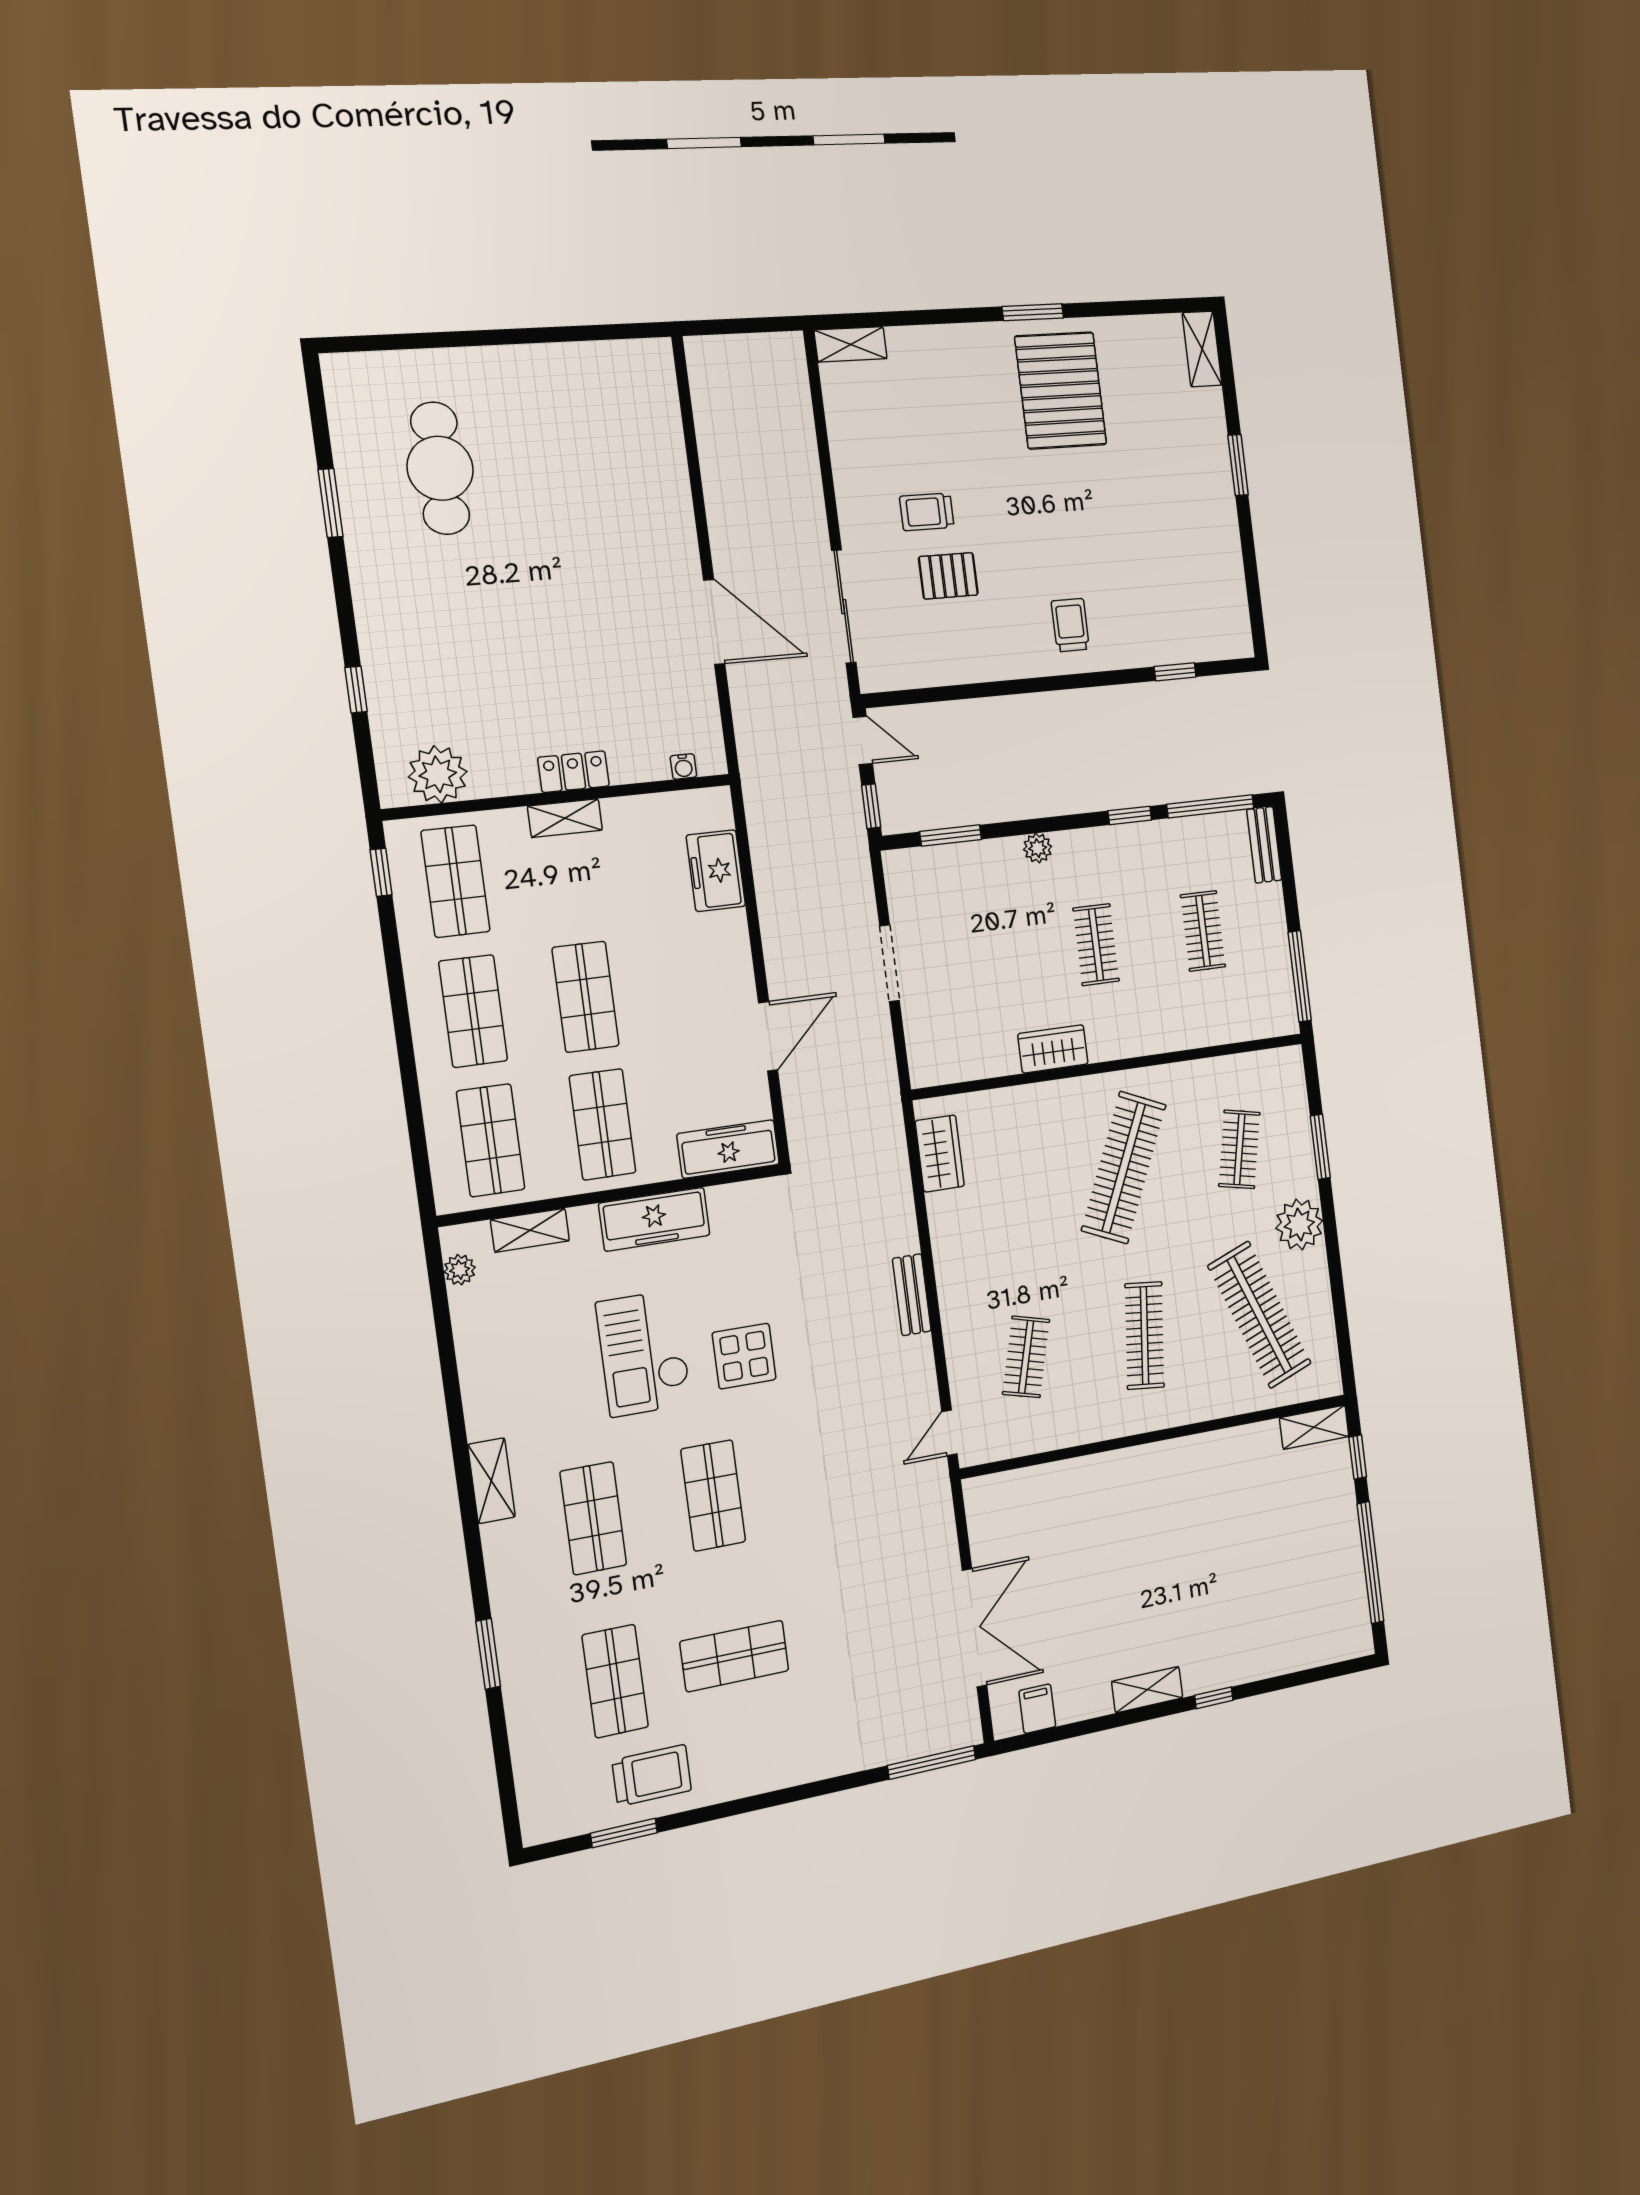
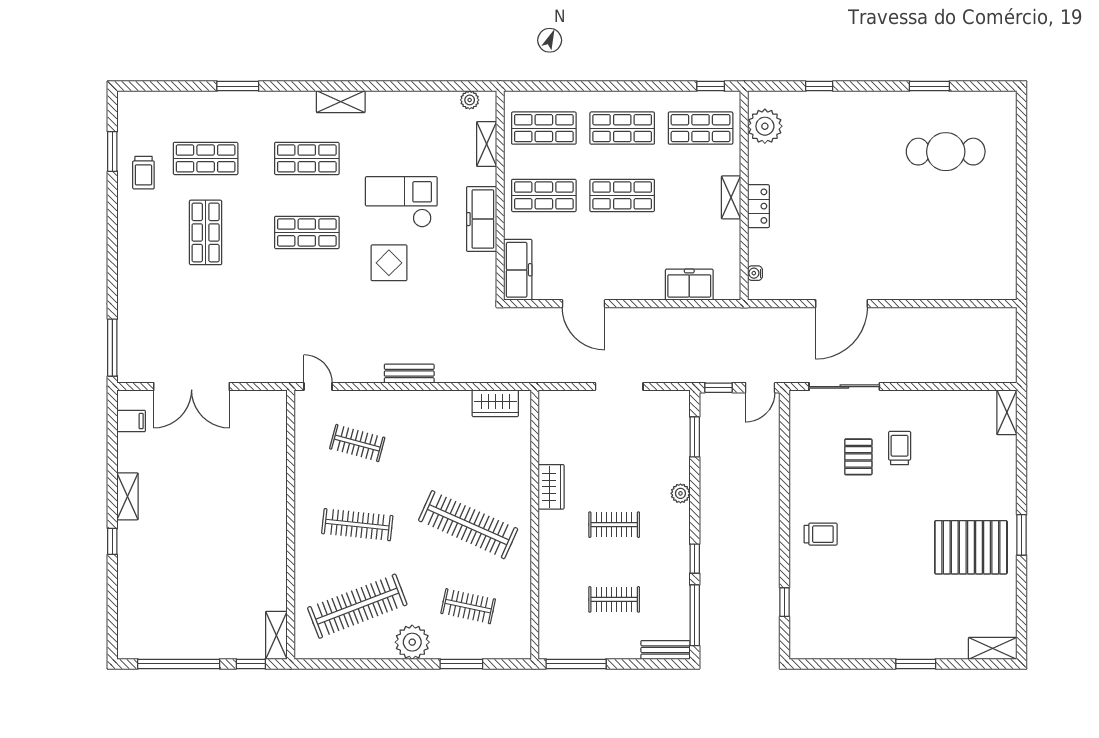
trolley: (652, 1775) -> (143, 173), width x0.73, depth x0.72

